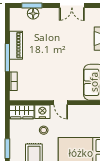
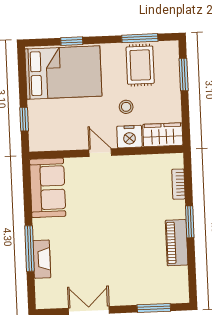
floor lamp: (33, 13) -> (151, 295), removed
window: (7, 58) -> (190, 222), width x0.69

